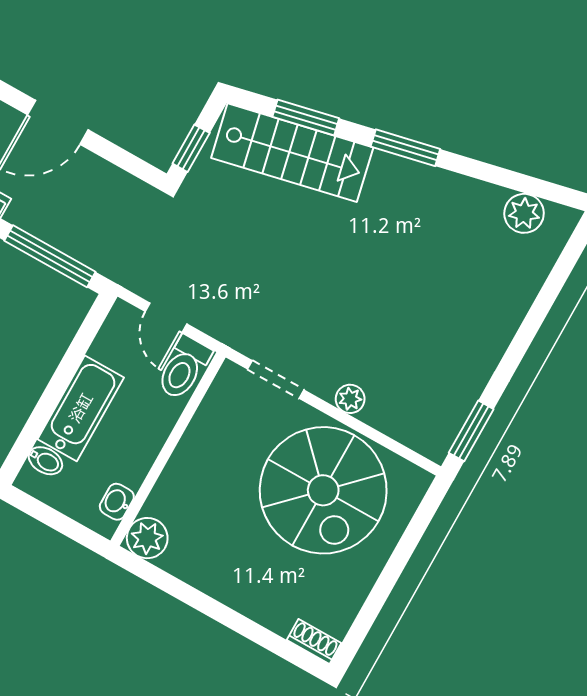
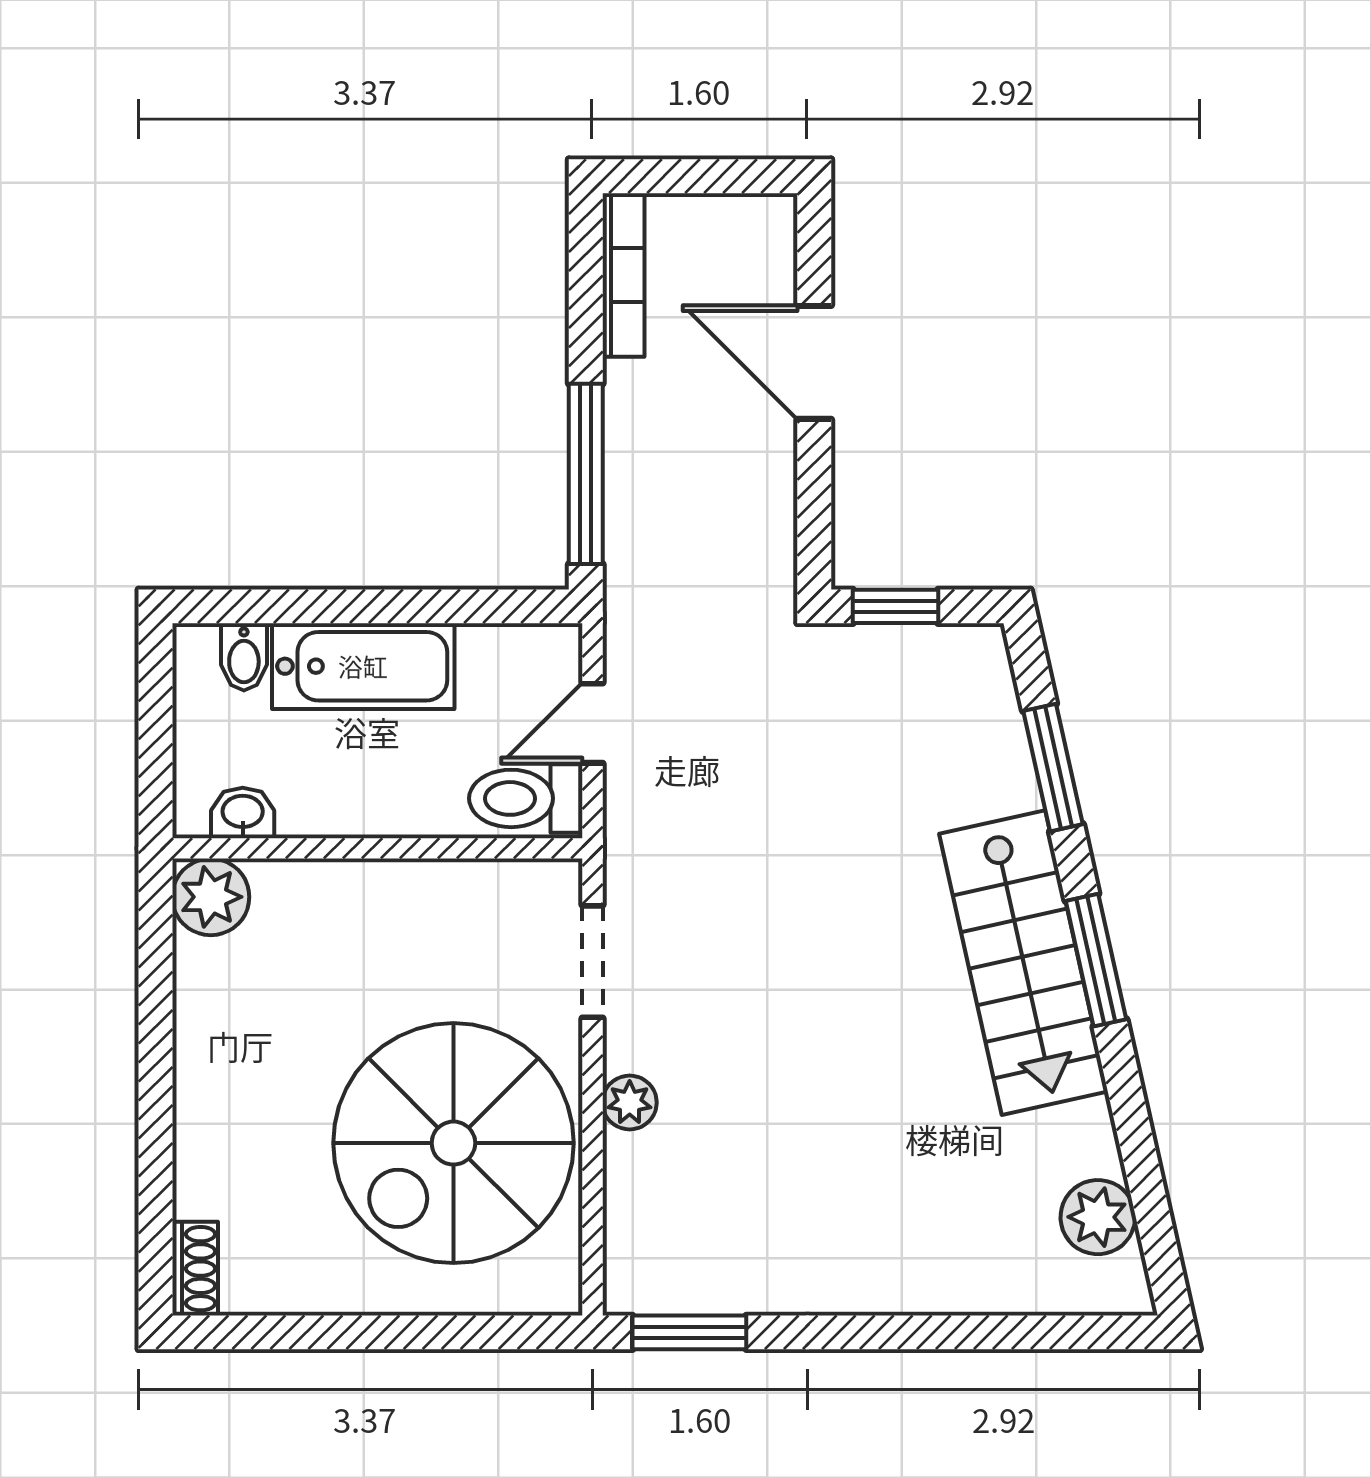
stairs: (292, 153) -> (1024, 963), moved

